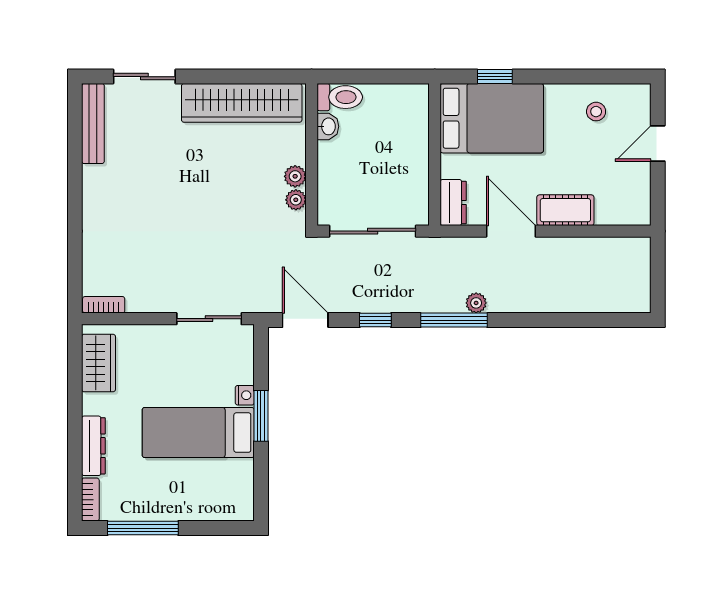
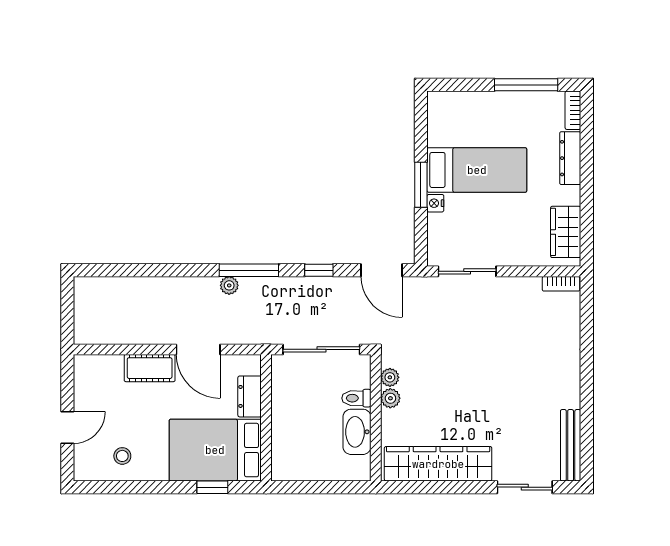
toilet: (340, 97) -> (356, 398), moved, width x0.73, depth x0.72
washbasin: (328, 126) -> (357, 432), width x1.91, depth x1.45
dresser: (453, 203) -> (250, 396), moved

